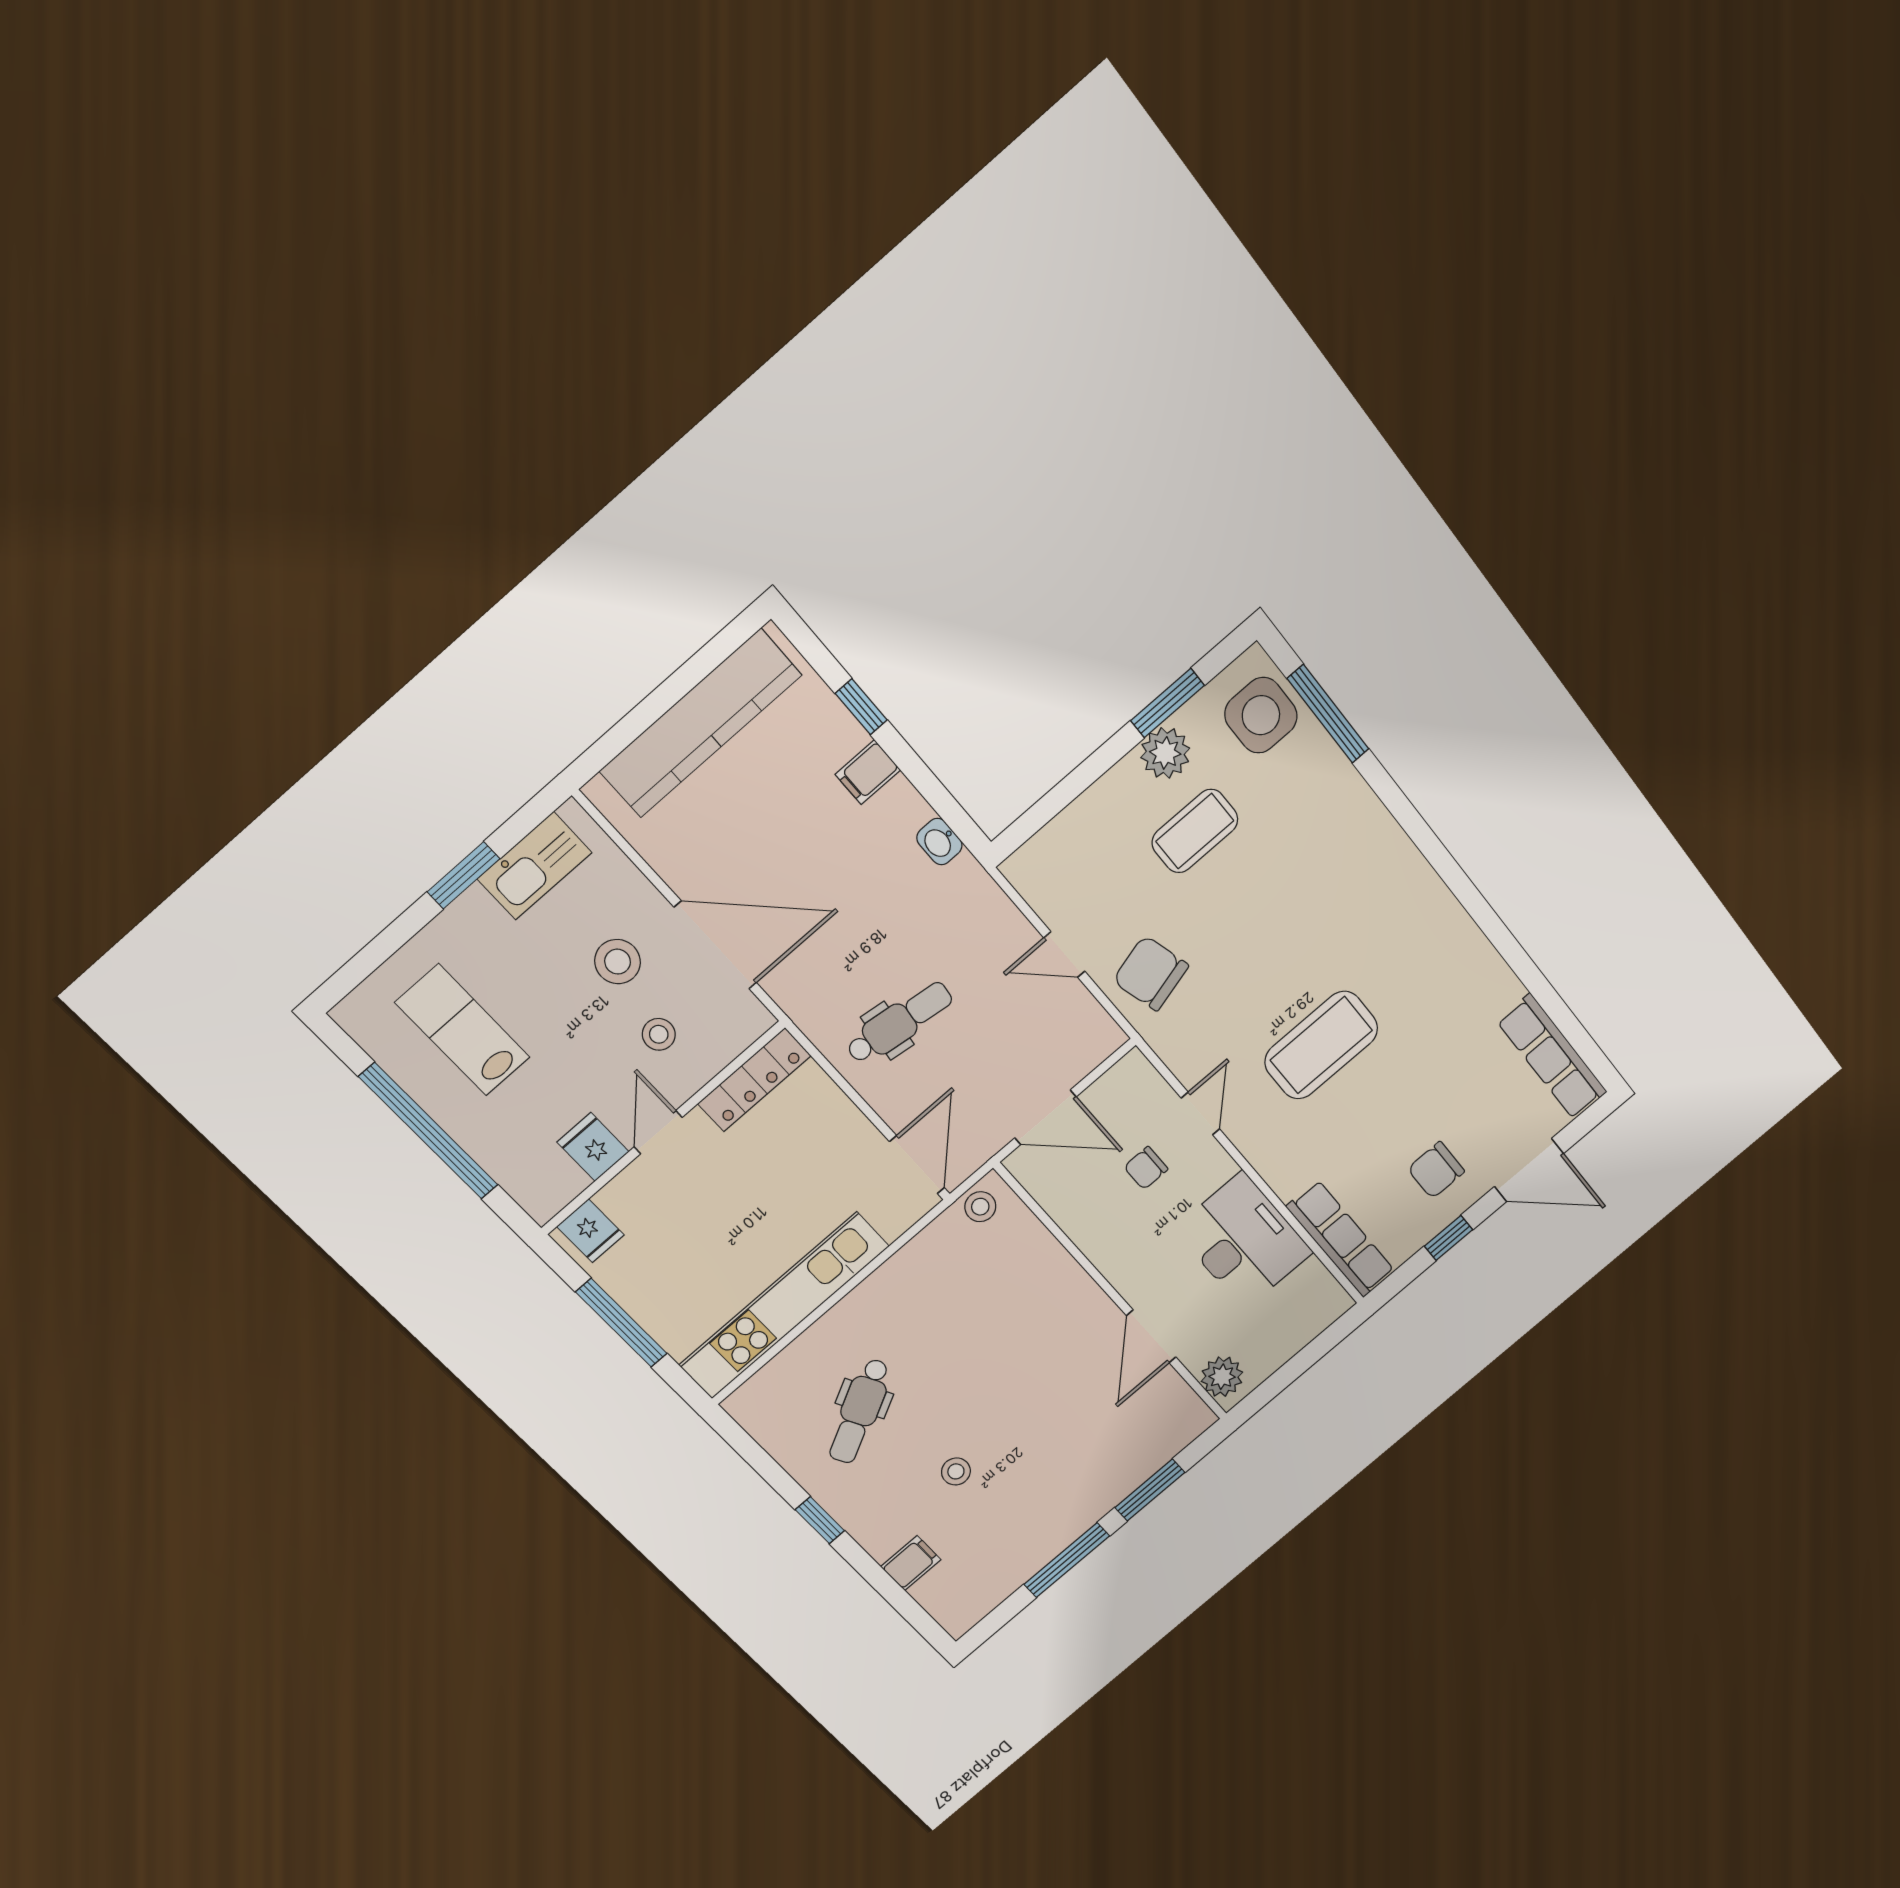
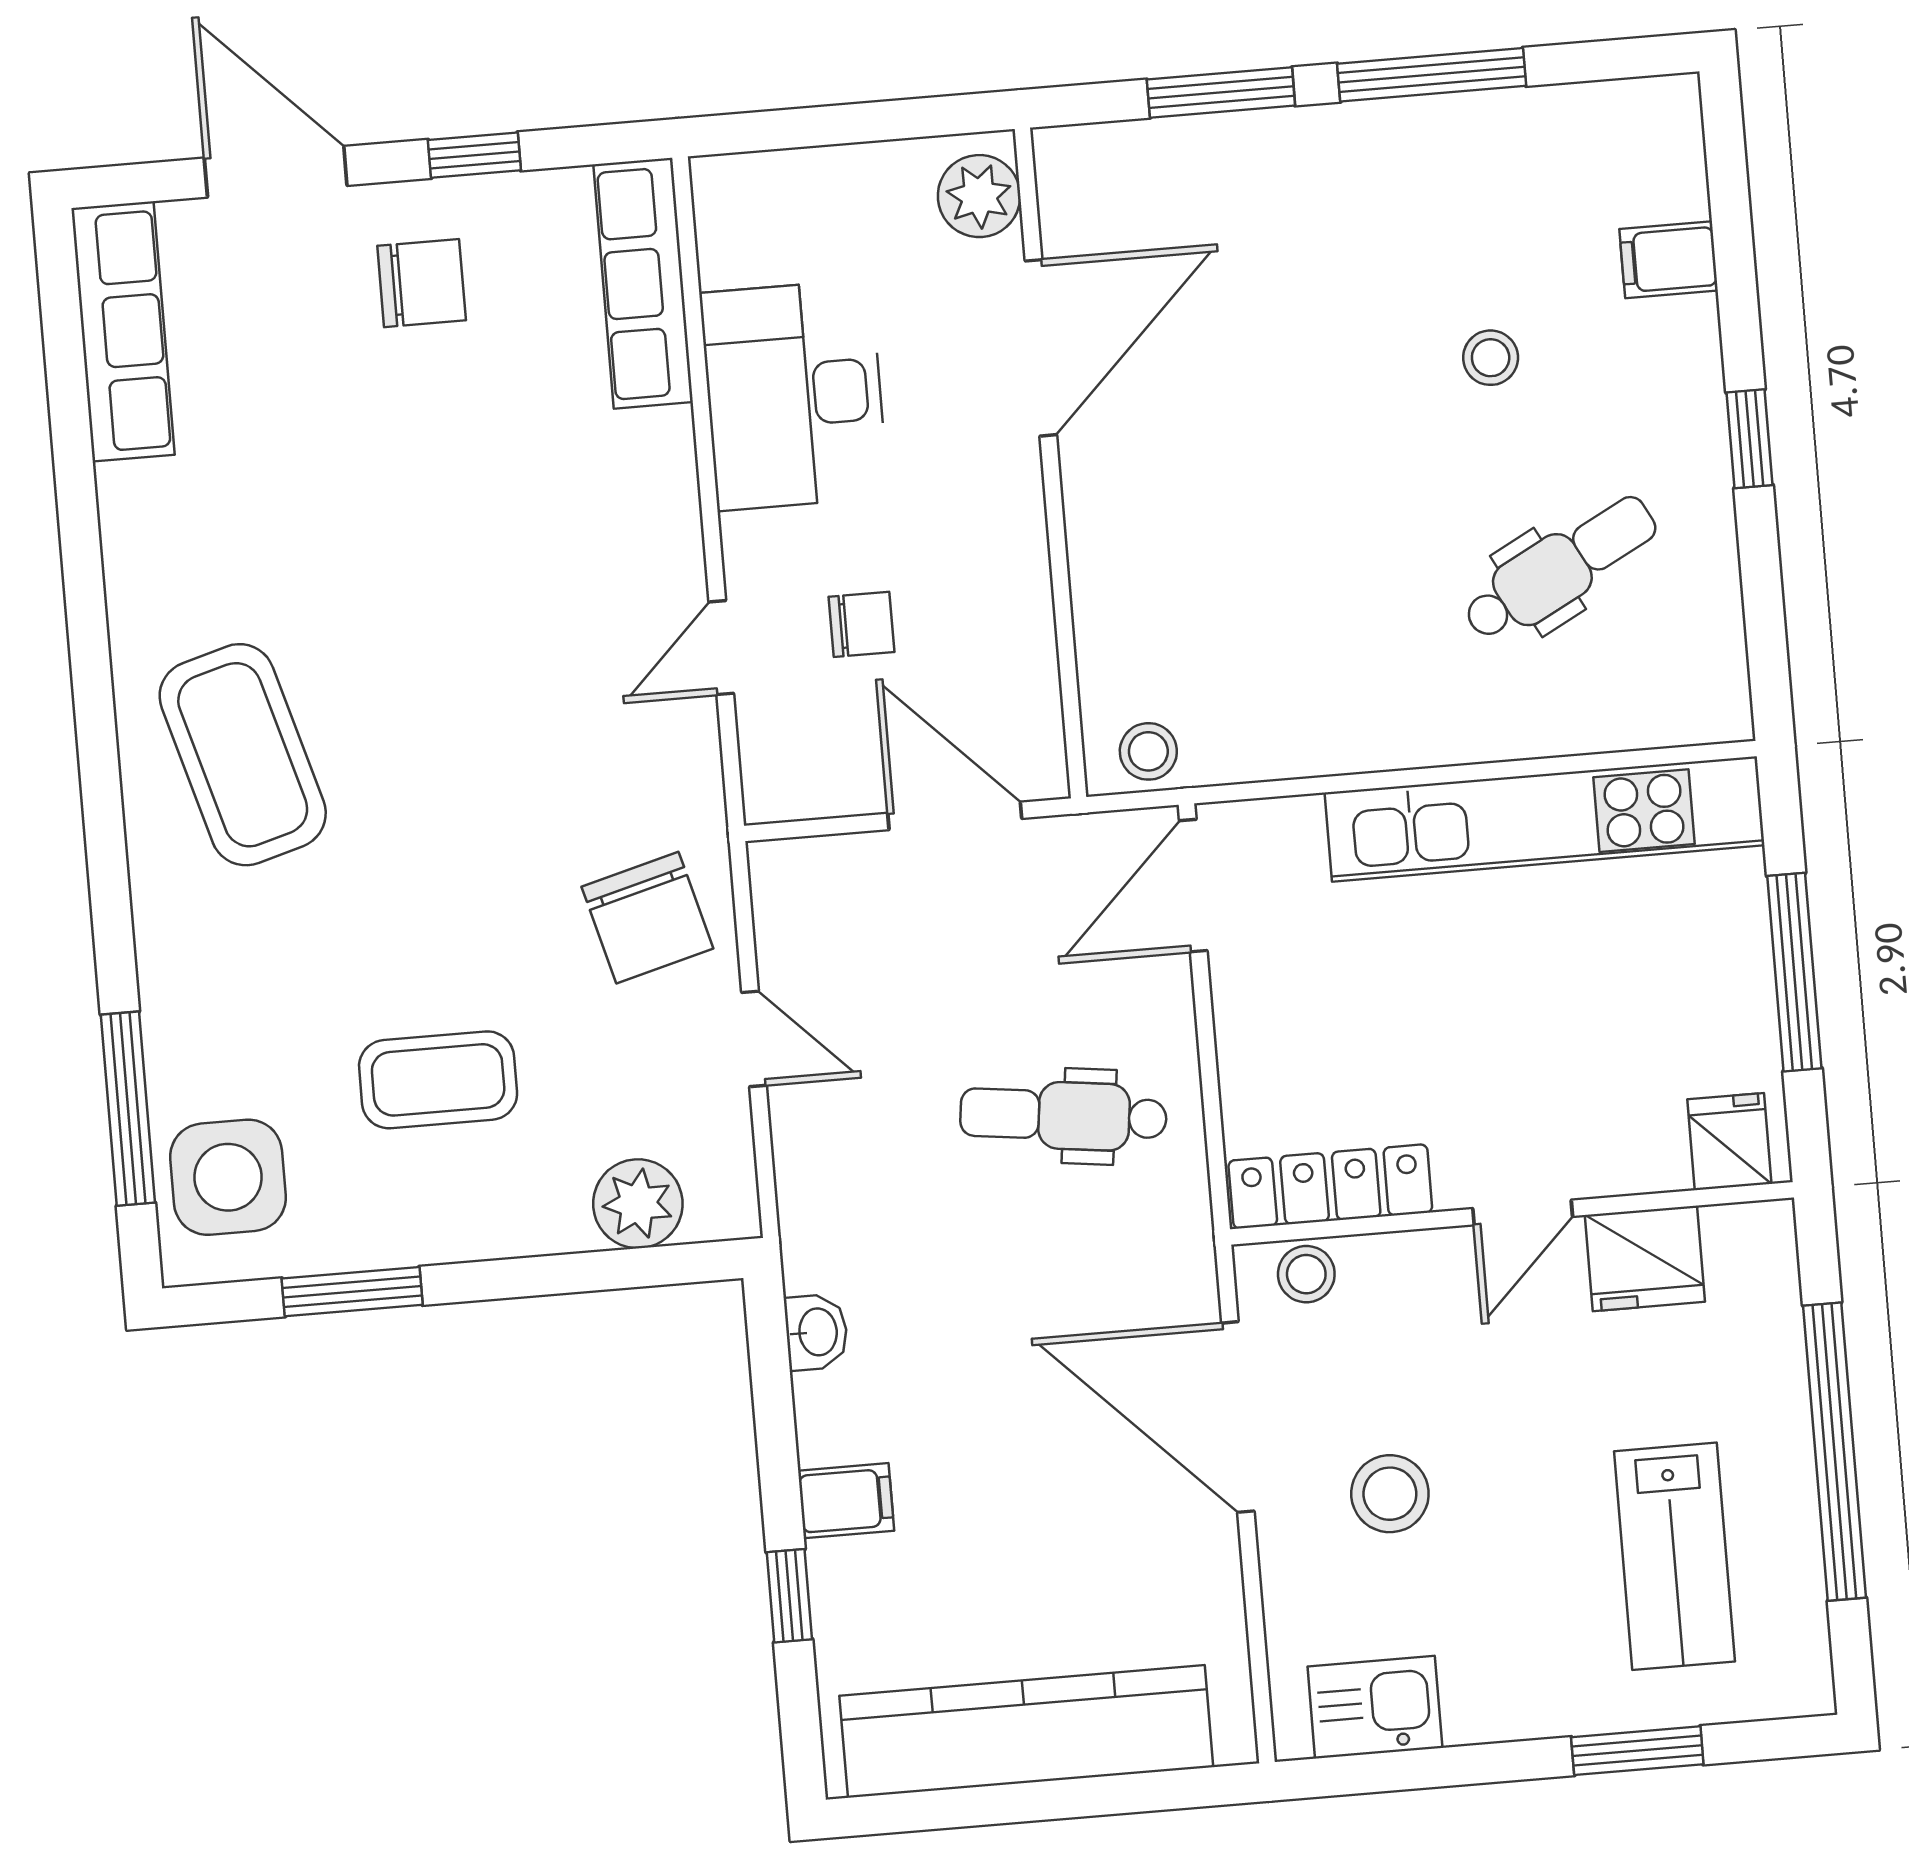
plant: (1165, 753) -> (638, 1204), moved
kitchen sink: (535, 866) -> (1375, 1707), width x0.73
window: (463, 875) -> (1637, 1751), moved
stool: (659, 1034) -> (1306, 1274), moved
coffee table: (1321, 1045) -> (243, 755), moved, turned 74
fridge: (593, 1147) -> (1645, 1258), width x1.38
door: (1151, 1336) -> (1041, 348), width x1.36

